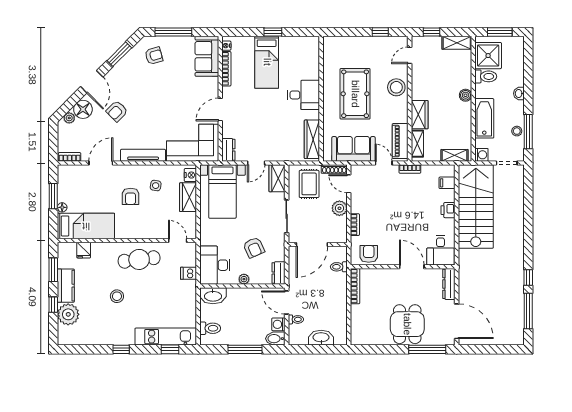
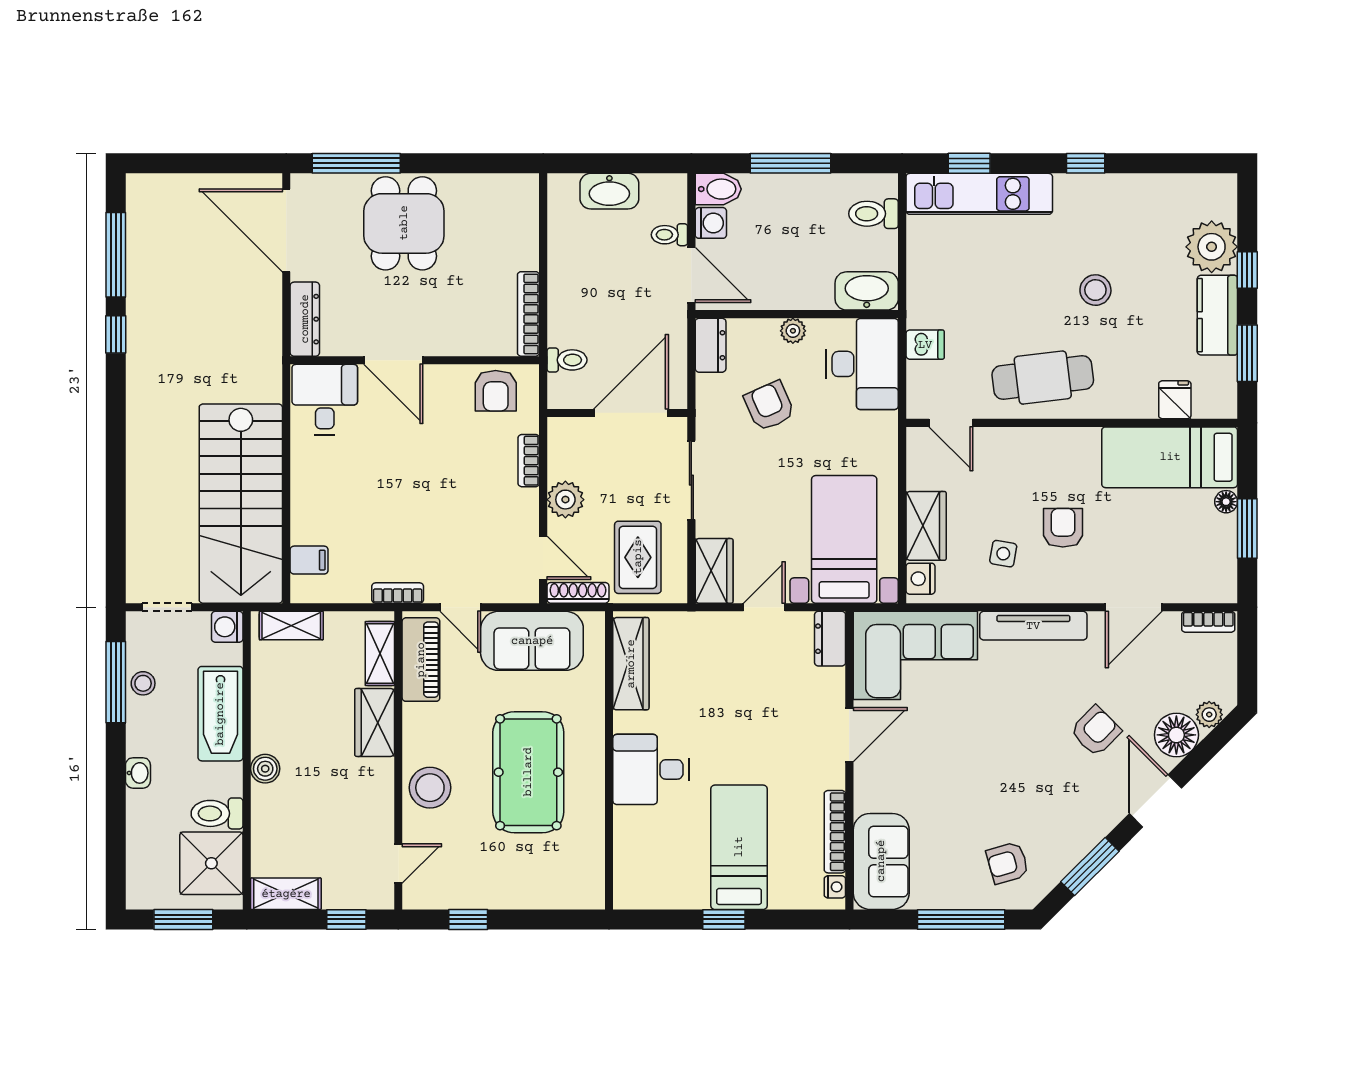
printer: (448, 210) -> (307, 495), removed

